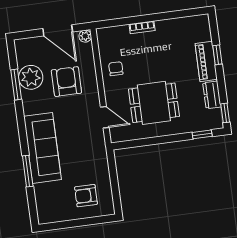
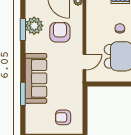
chair: (116, 69) -> (120, 28), moved
door: (105, 117) -> (84, 62), hinge flipped

